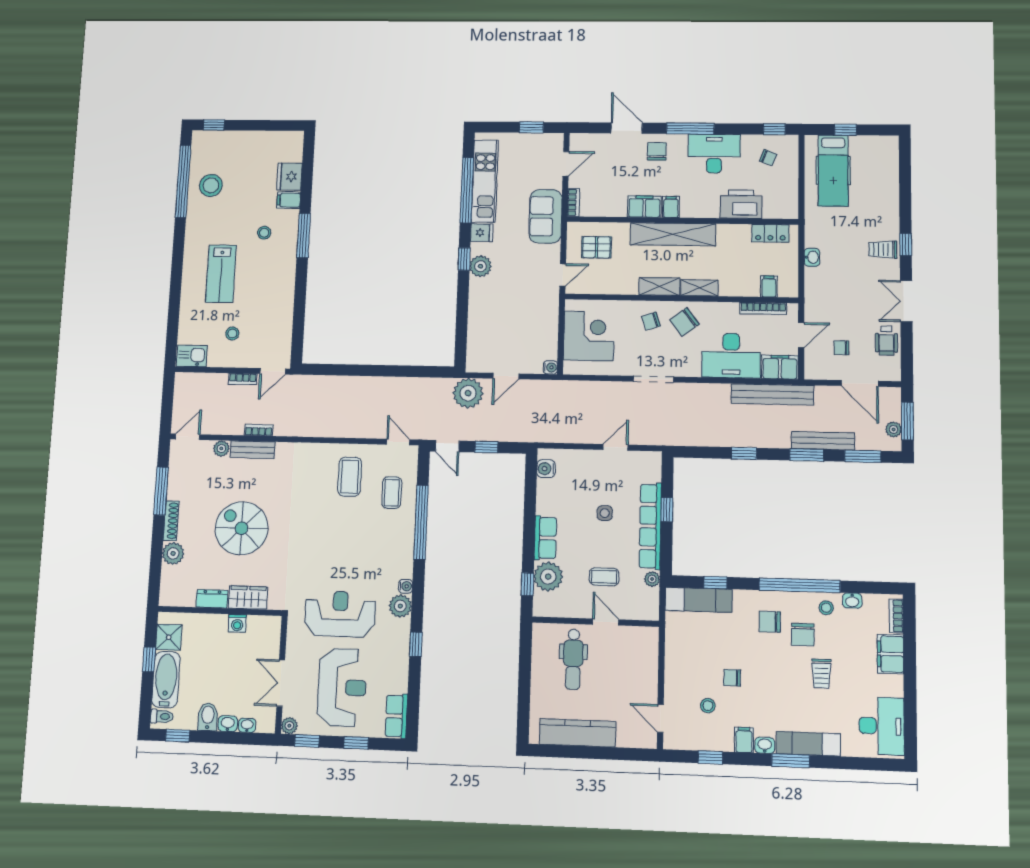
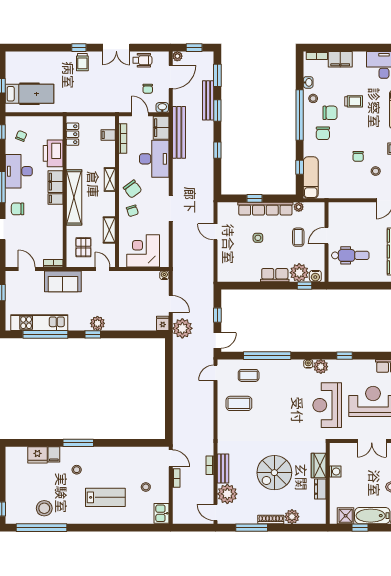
filing cabinet: (644, 207) -> (55, 182), moved
fridge: (482, 233) -> (163, 323), moved
washbasin: (812, 257) -> (162, 107), moved
shelving: (659, 286) -> (109, 230), moved
window: (907, 421) -> (194, 48), width x0.67
plant: (894, 429) -> (177, 56), moved
plant: (221, 448) -> (227, 494), width x1.88, depth x1.88
water cooler: (546, 469) -> (315, 276), moved

